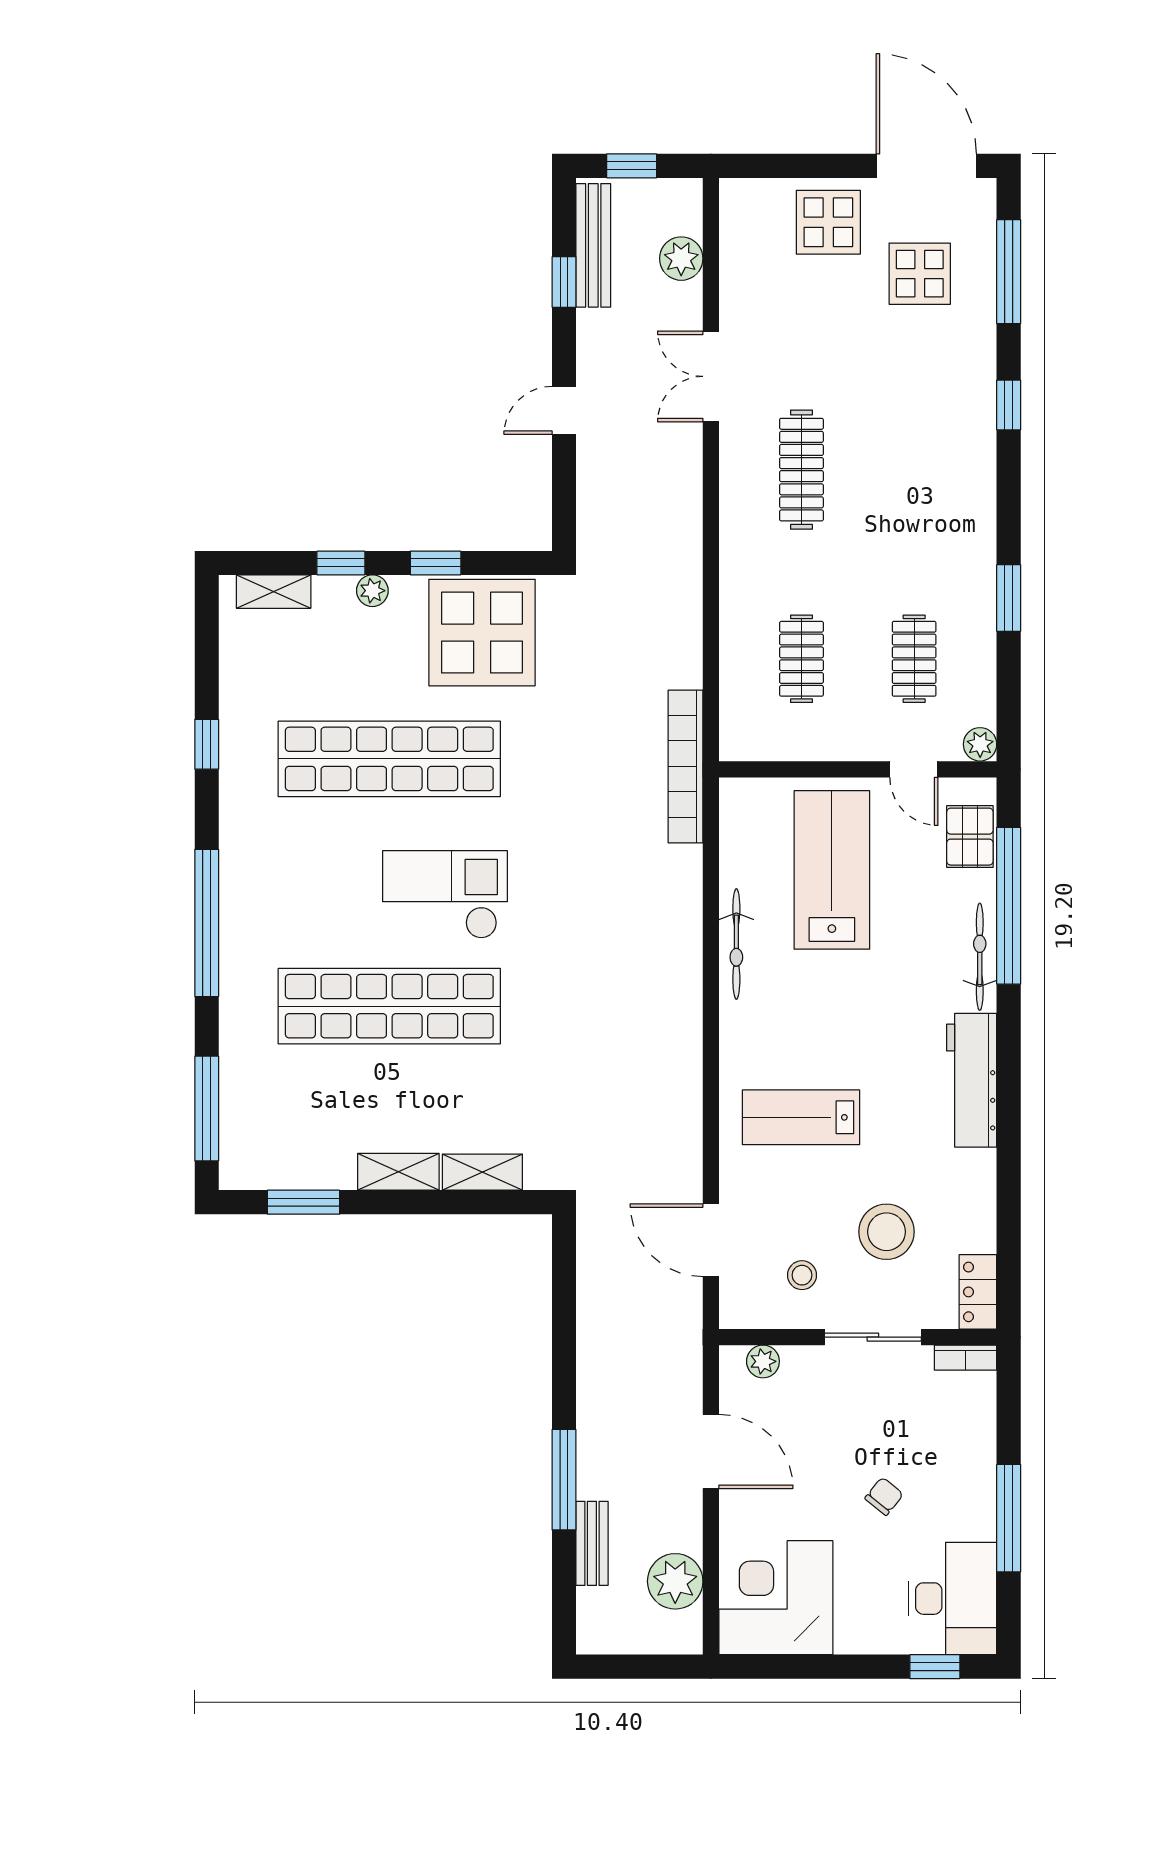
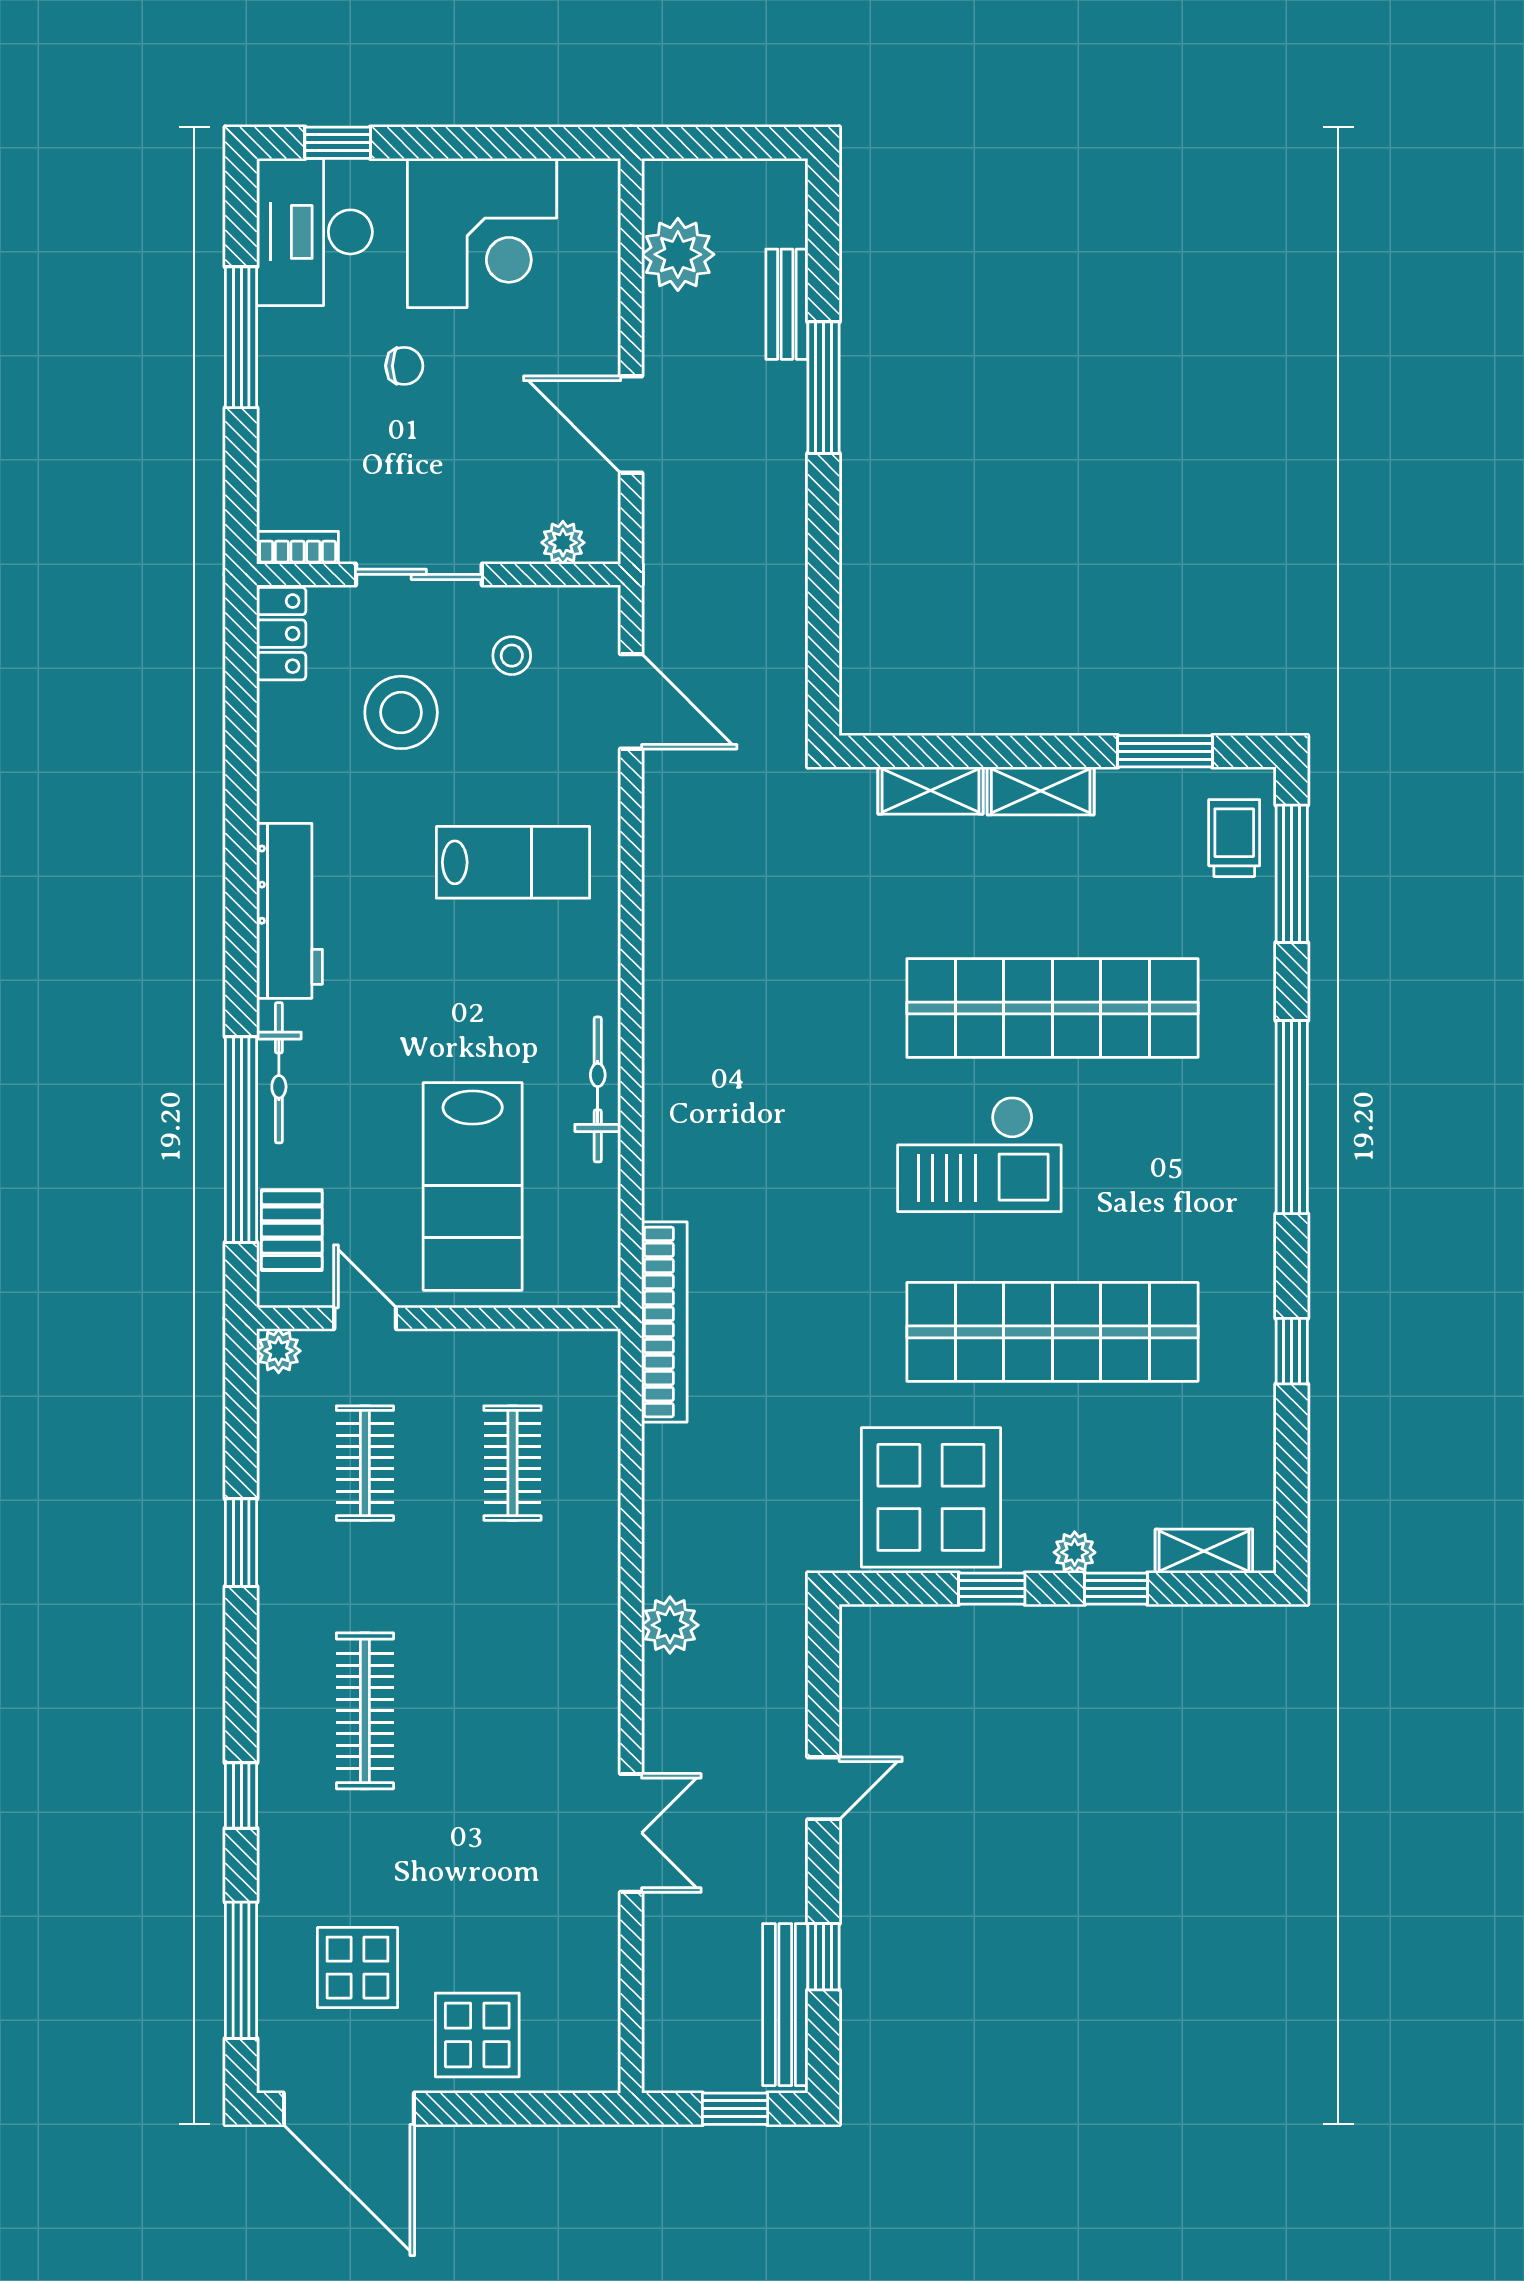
plant: (681, 259) -> (670, 1625), moved
clothes rail: (801, 470) -> (365, 1711), moved
trolley: (251, 1136) -> (1234, 838), added
chair: (884, 1496) -> (404, 366), turned -129
corner desk: (776, 1598) -> (482, 233), moved

